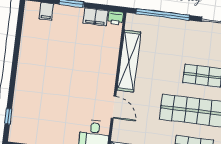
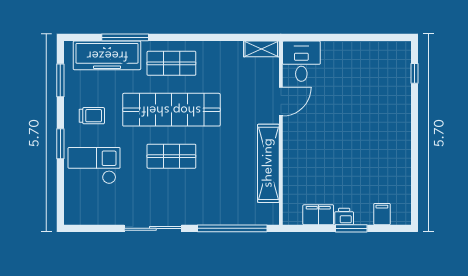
printer: (116, 18) -> (344, 217), moved
door: (114, 107) -> (281, 102), swing flipped

